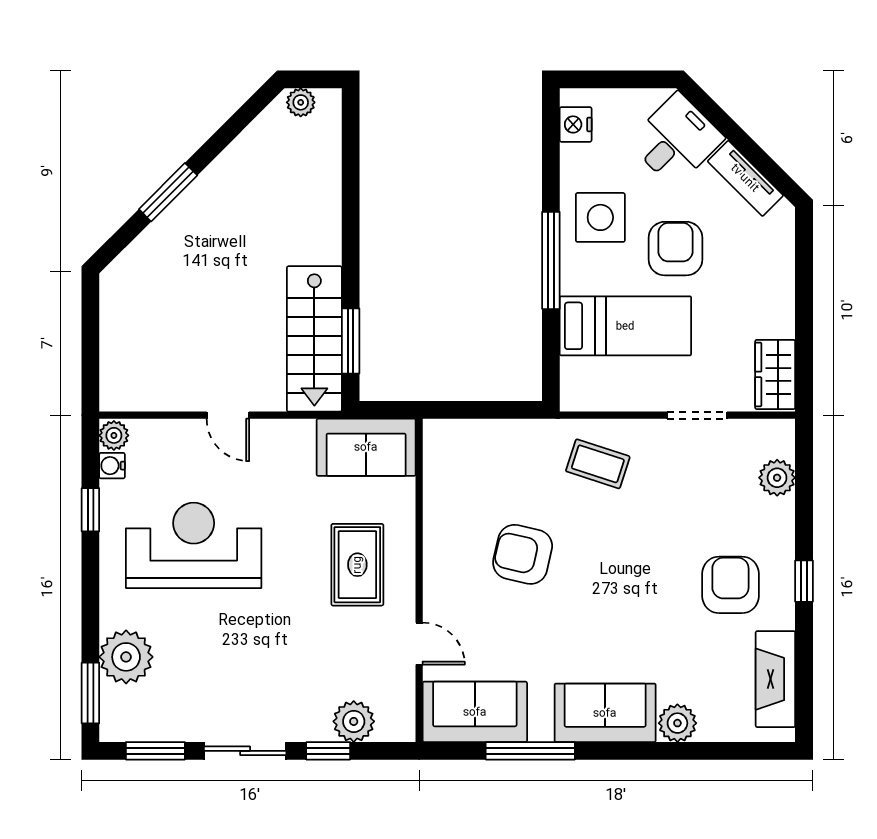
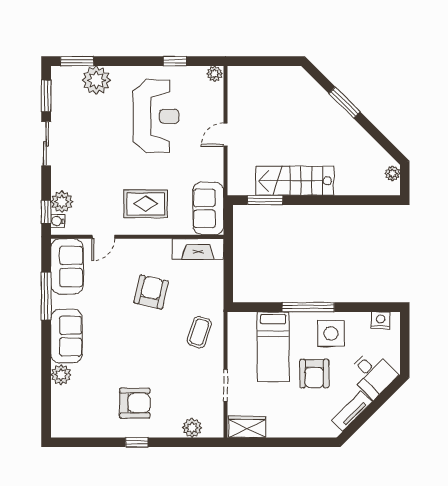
armchair: (675, 249) -> (314, 374), turned 90
stairs: (314, 339) -> (295, 181), moved
water cooler: (112, 466) -> (58, 221), moved, turned -90
fireplace: (775, 679) -> (198, 249), moved, turned 180
window: (328, 751) -> (46, 212), moved

